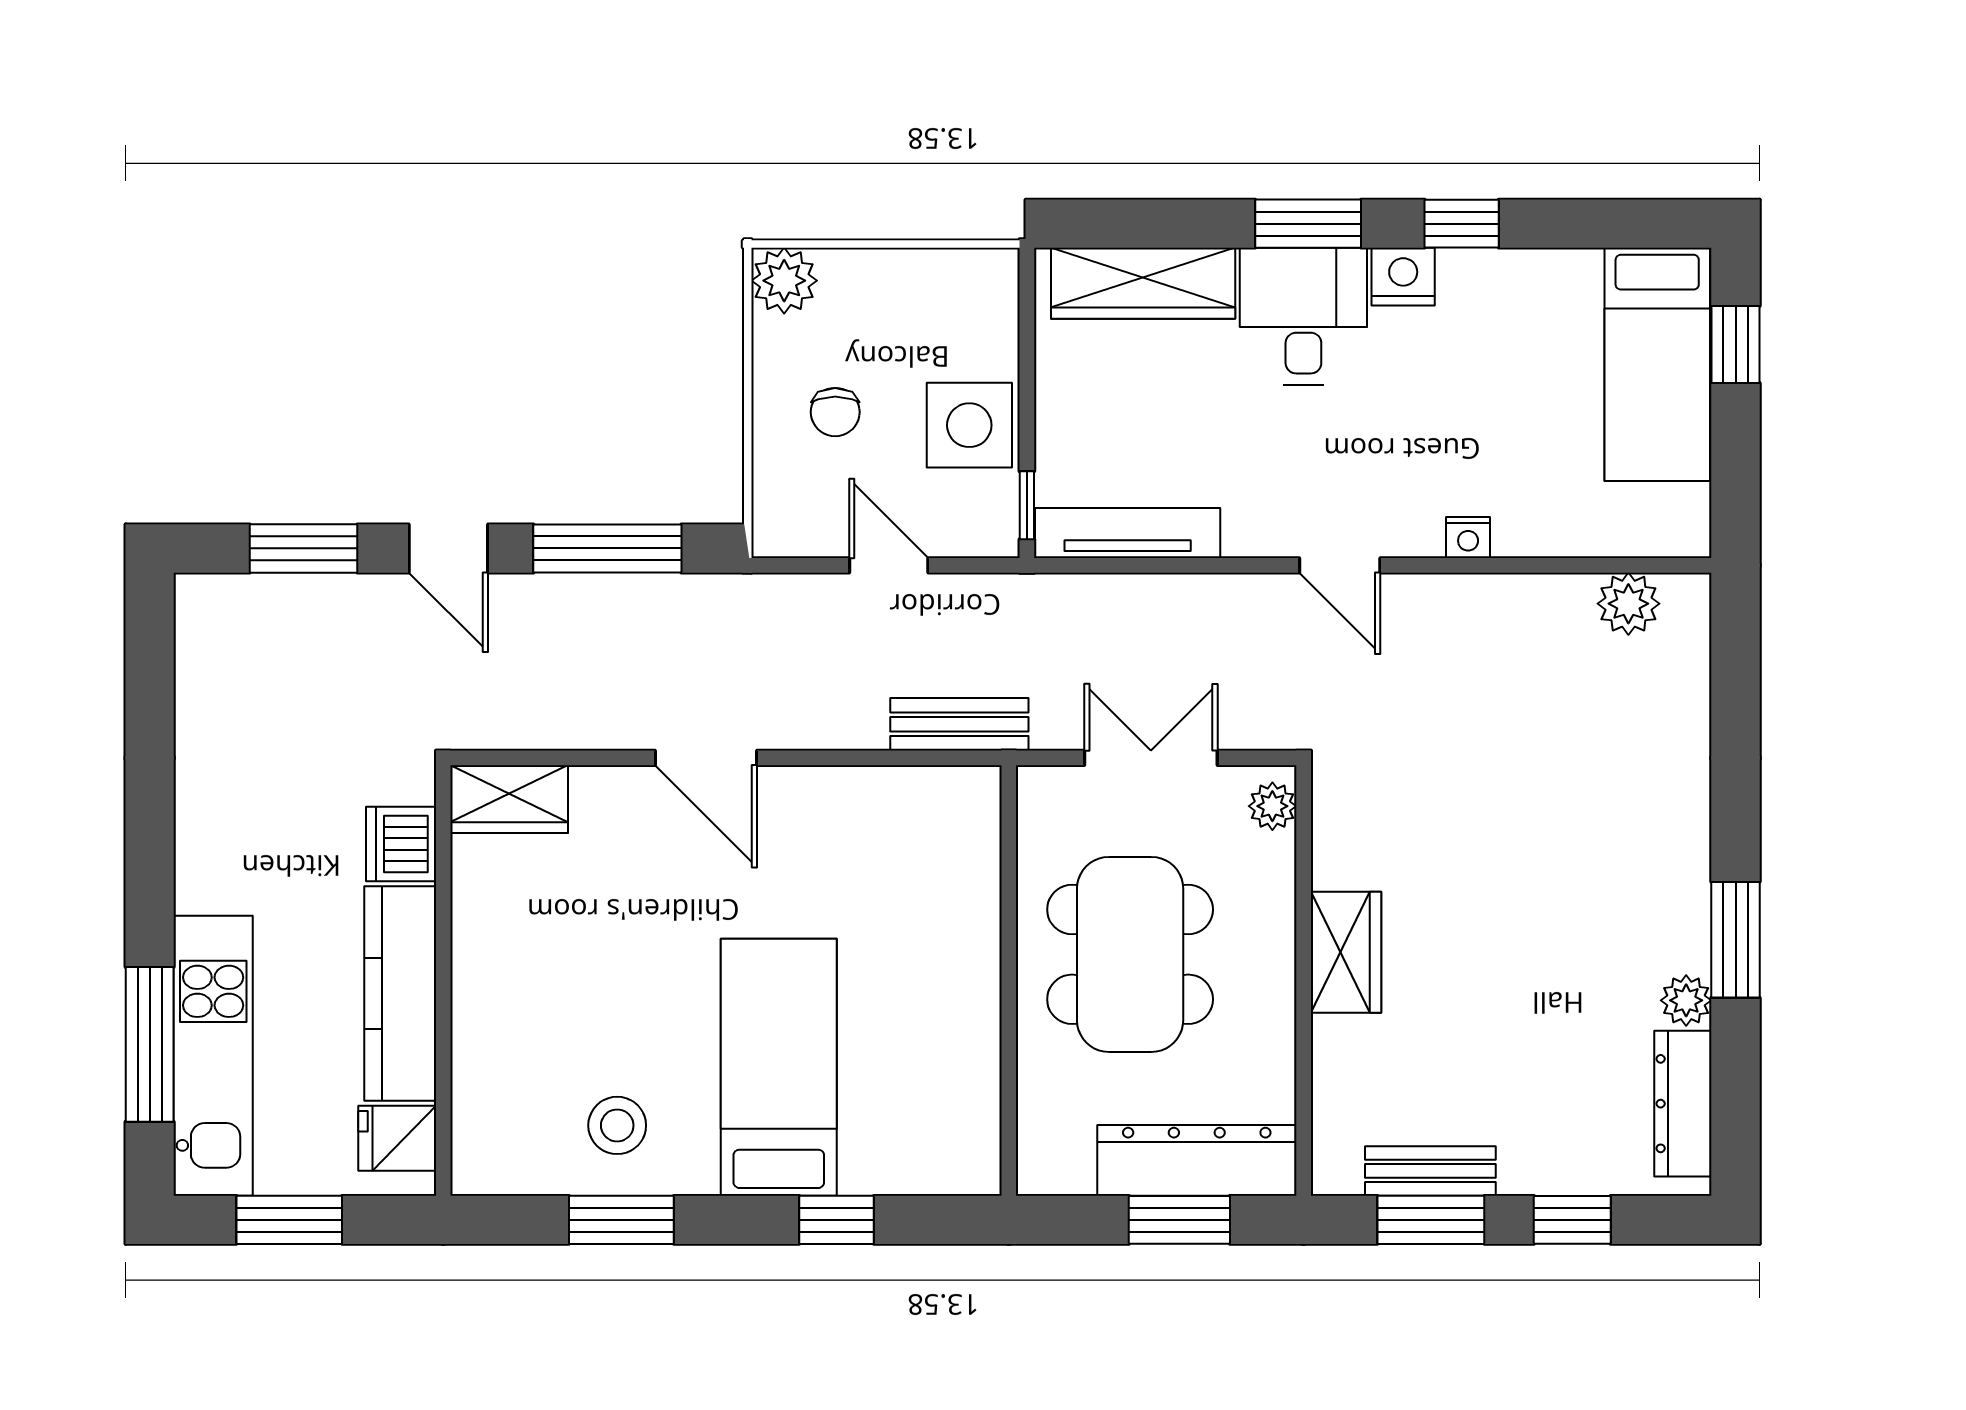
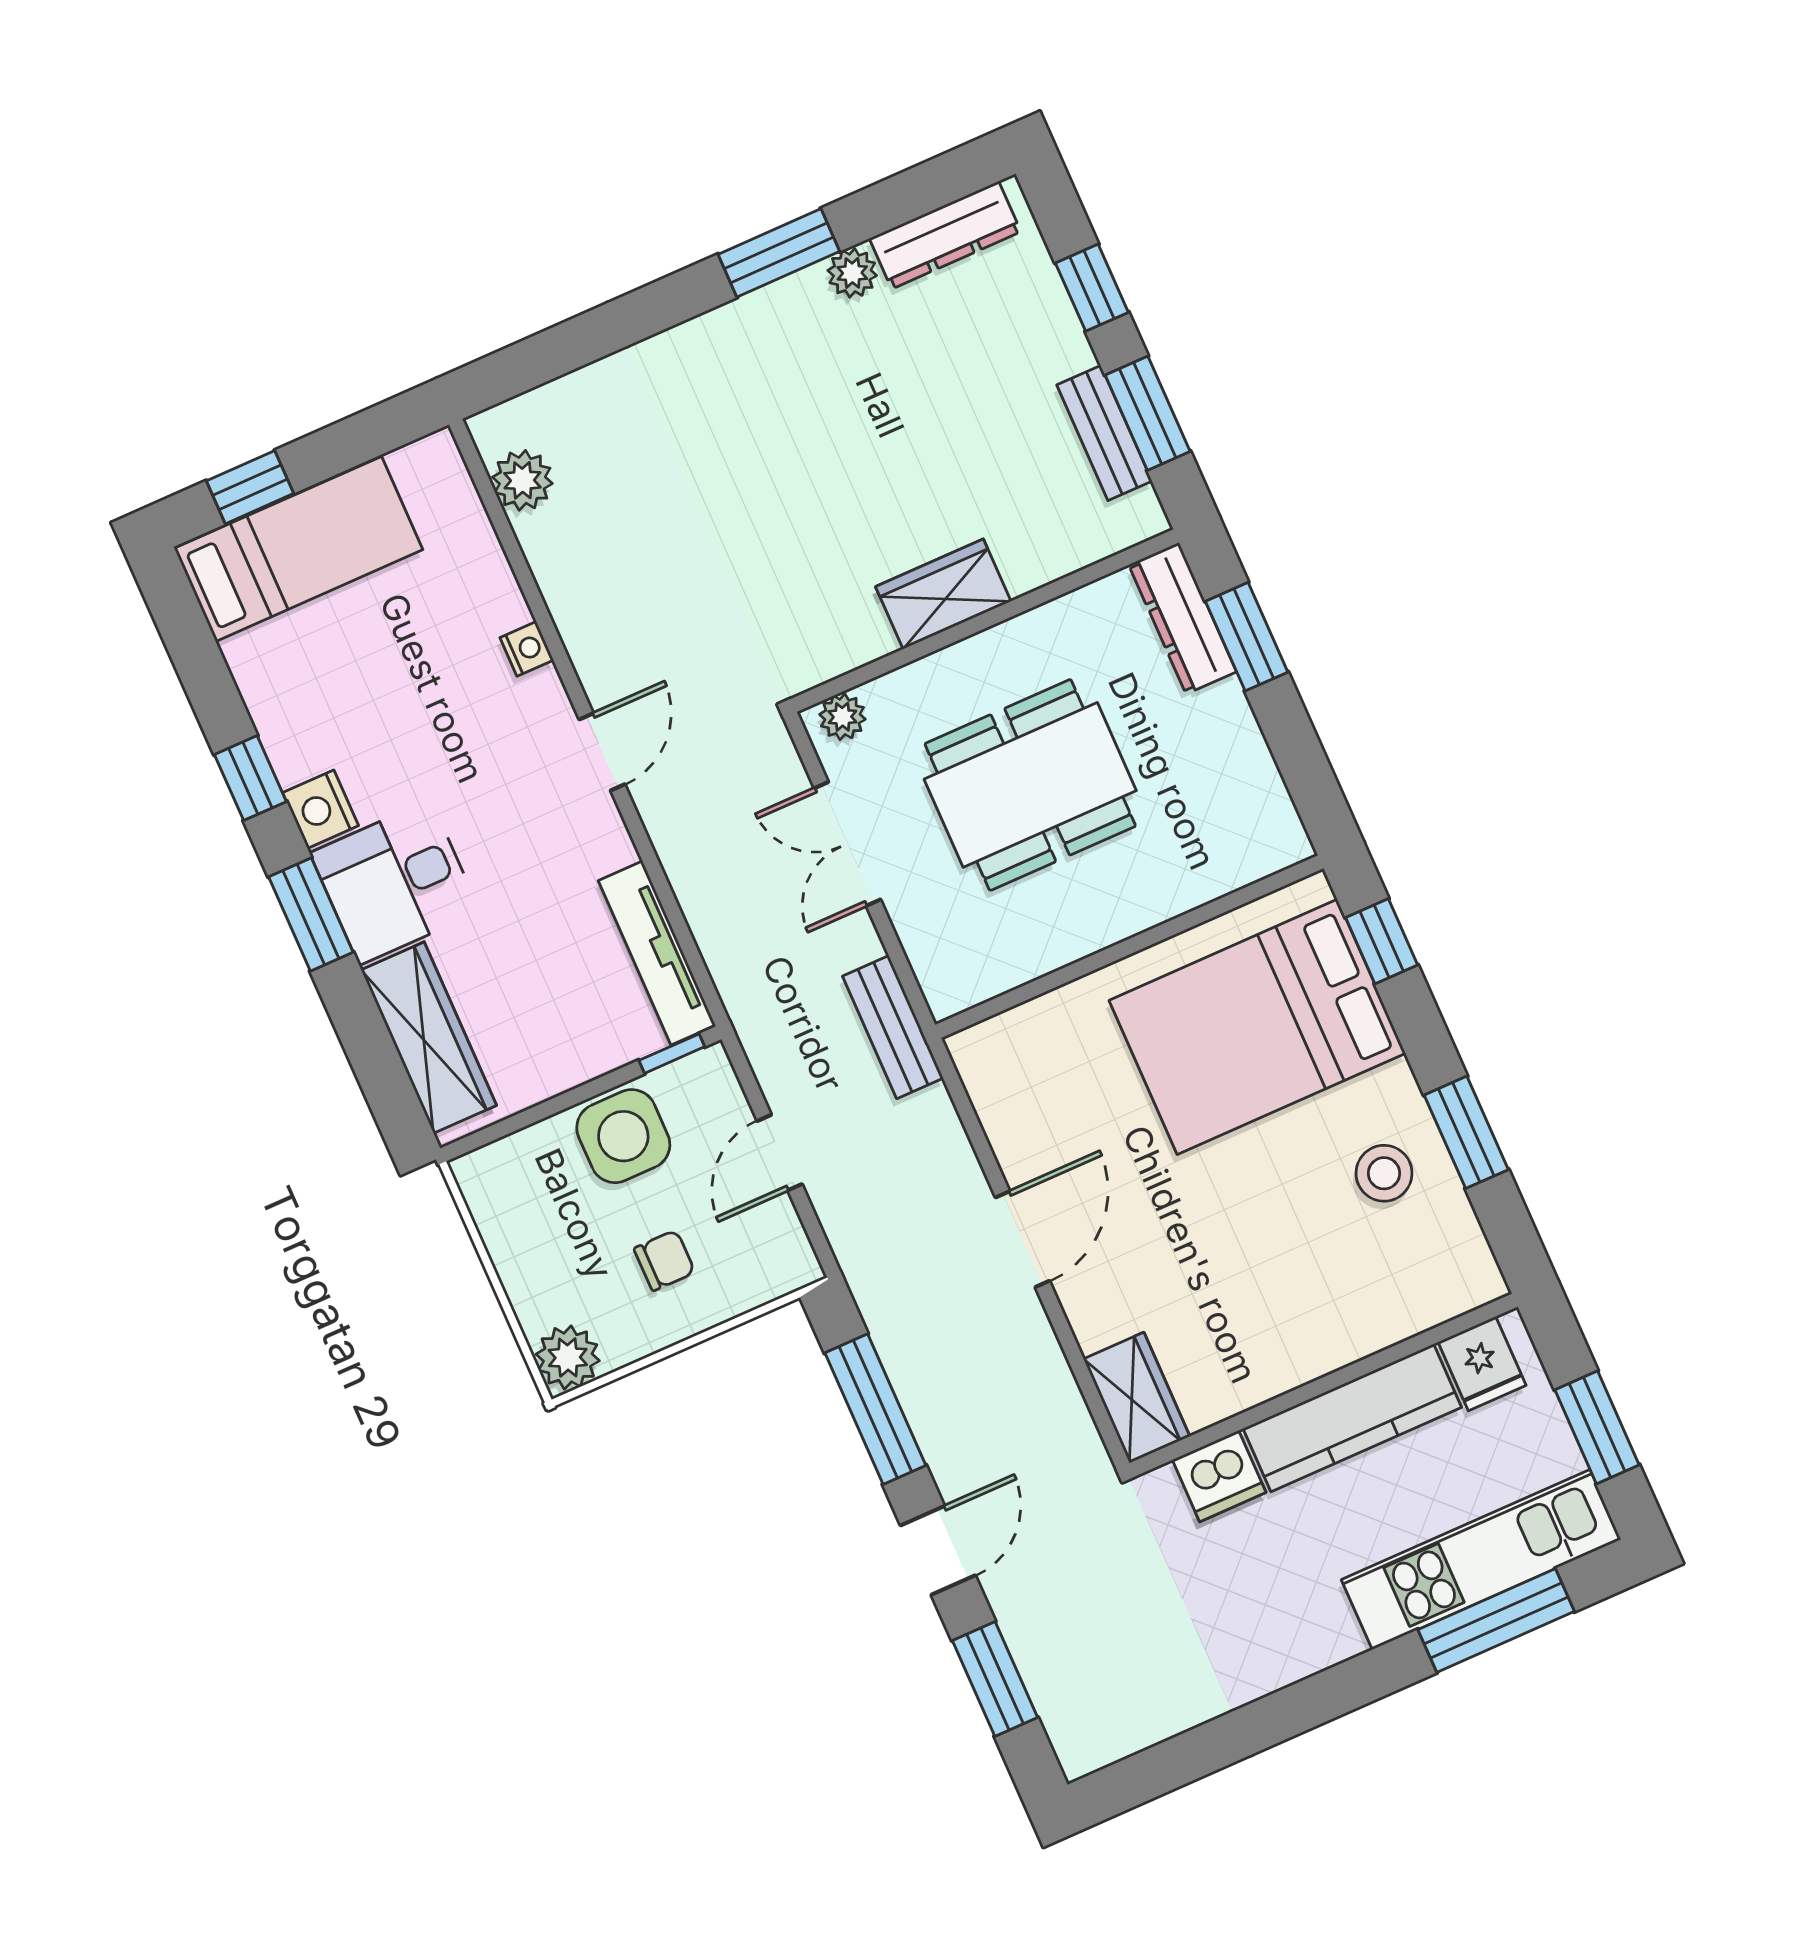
wall: (1009, 980) -> (1129, 947), moved
bed: (779, 1067) -> (1257, 1027), width x1.50
dresser: (1197, 1160) -> (1183, 618), width x0.73, depth x0.80

